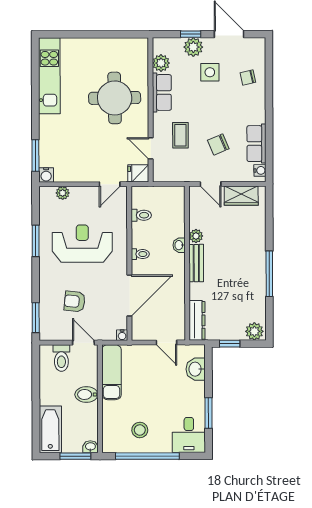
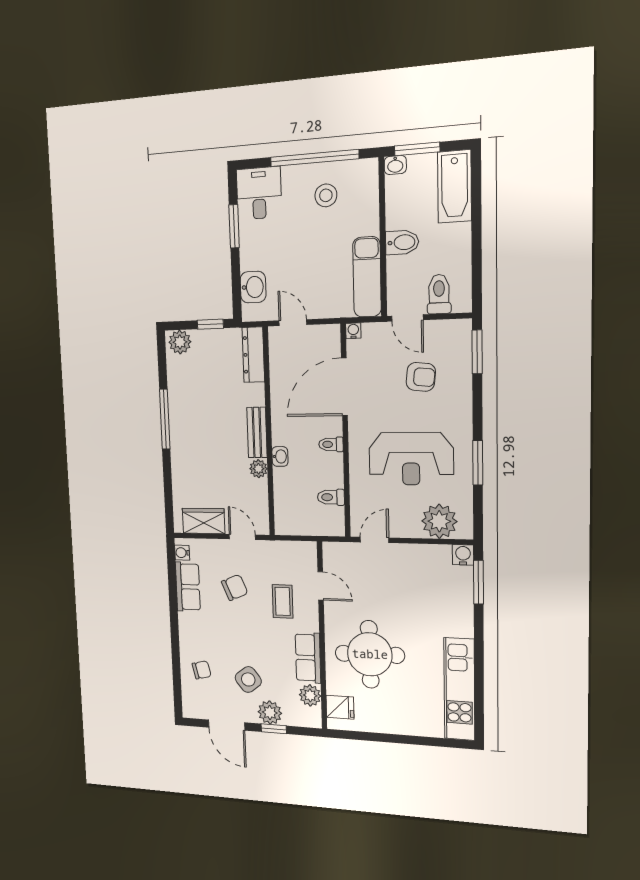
side table: (210, 72) -> (248, 679), turned -38
fridge: (138, 173) -> (340, 707), moved
plant: (63, 193) -> (439, 521), width x1.88, depth x1.88

